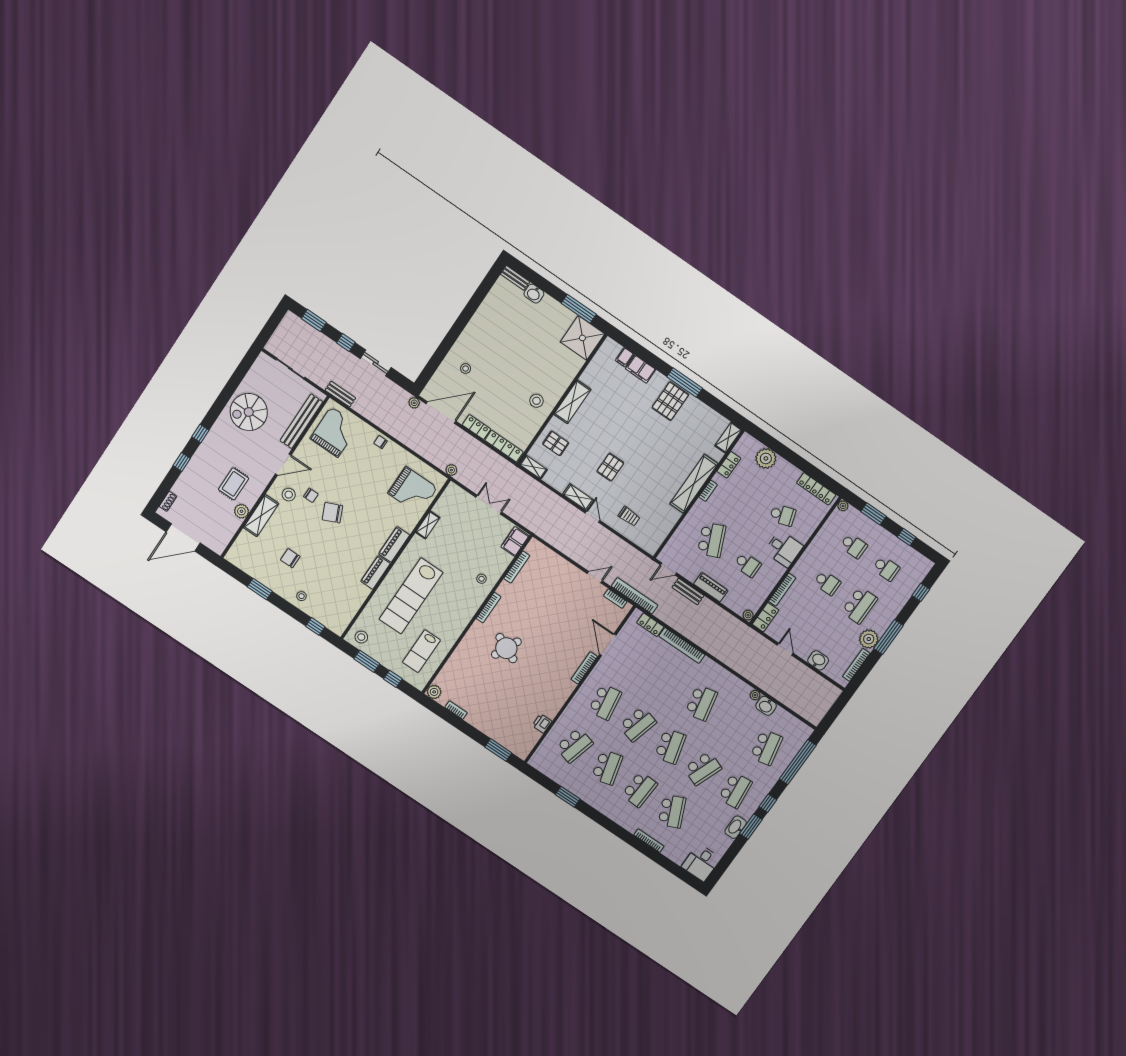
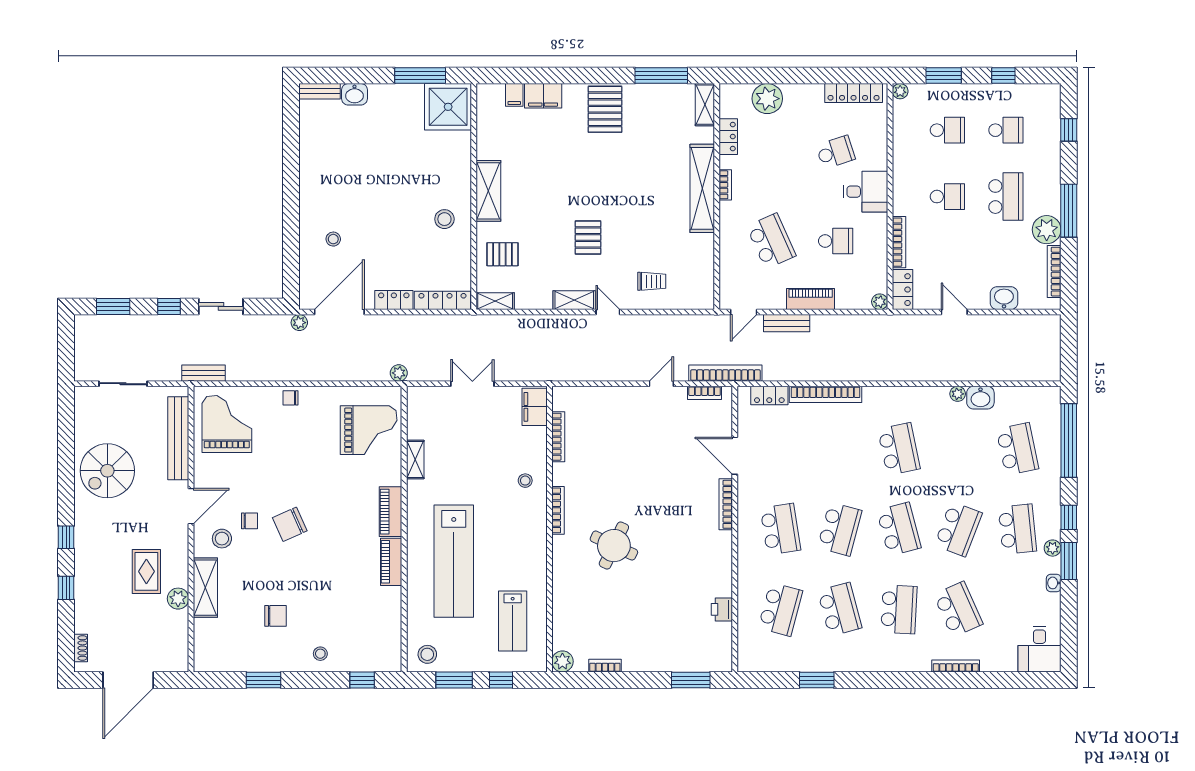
window: (685, 382) -> (661, 76), moved
chair: (290, 558) -> (275, 616), turned 180
plant: (747, 814) -> (1053, 548), added
washbasin: (736, 827) -> (1054, 583), width x0.52, depth x0.69

